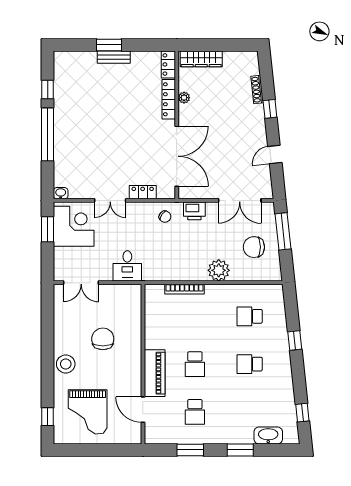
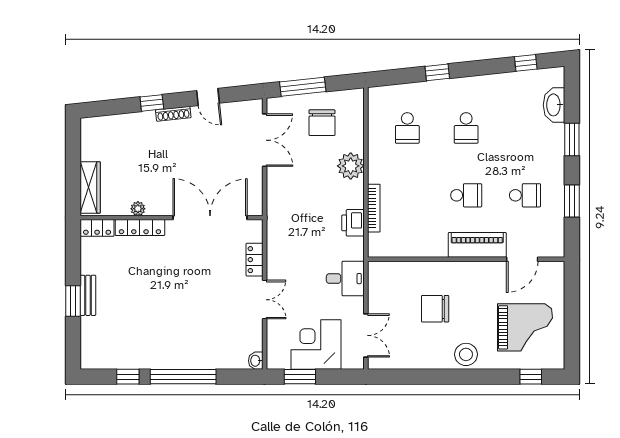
shoe rack: (257, 90) -> (173, 114), moved
printer: (194, 211) -> (353, 223), moved, turned 180
chair: (165, 217) -> (284, 232), removed
corner desk: (74, 226) -> (316, 345), moved

